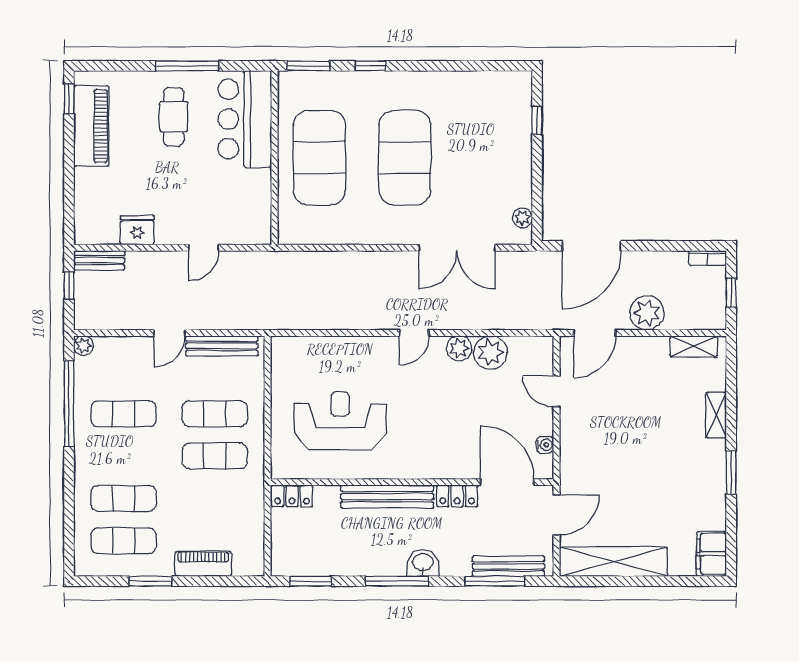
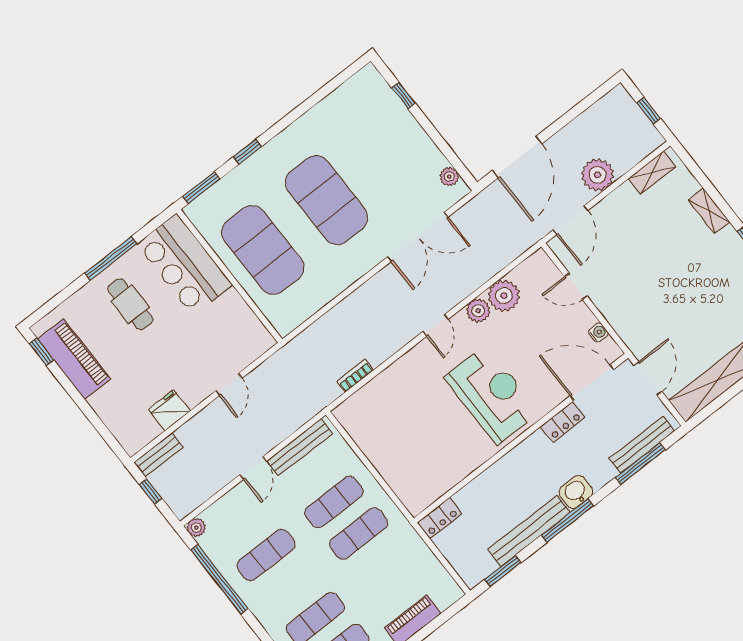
bookcase: (708, 258) -> (355, 376), moved, turned 180
reception desk: (340, 421) -> (492, 395), moved, turned 90
bench: (387, 497) -> (529, 531), moved

